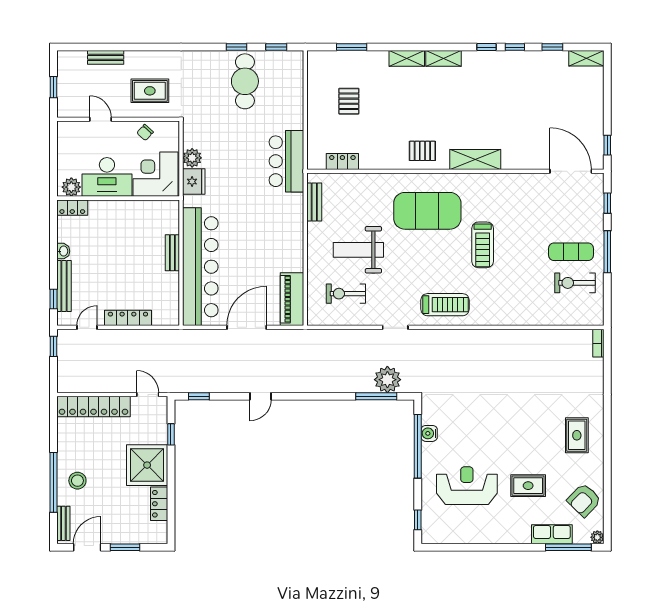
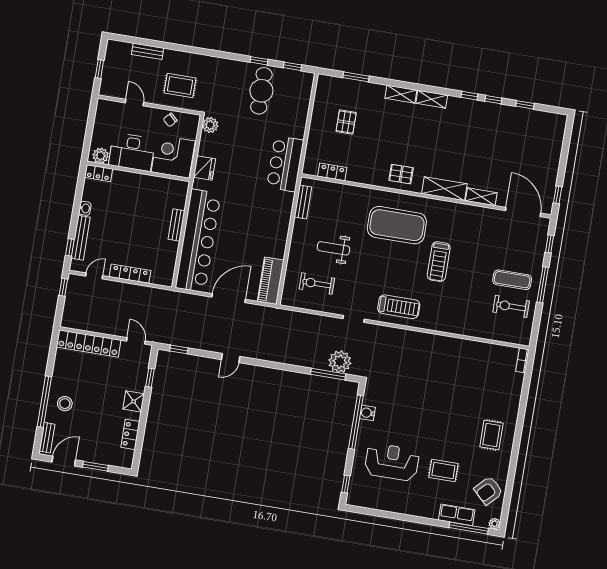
shelving: (586, 58) -> (481, 197), moved
plant: (192, 158) -> (210, 125), moved
weight bench: (358, 250) -> (333, 248), width x0.73, depth x0.75
shower: (147, 465) -> (134, 401), width x0.54, depth x0.54

